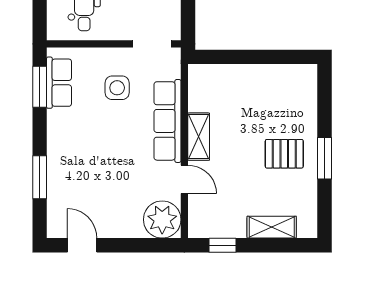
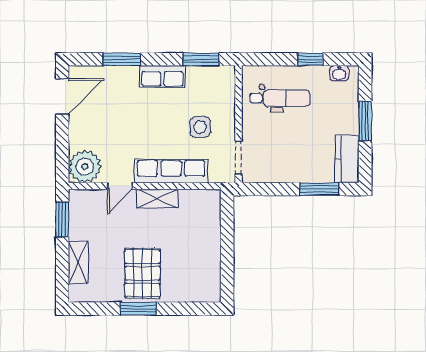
row of seats: (59, 83) -> (162, 76), moved
pallet: (284, 154) -> (142, 273), width x1.50, depth x1.42
door: (82, 245) -> (62, 96), width x1.37
window: (222, 245) -> (62, 219), width x1.50

